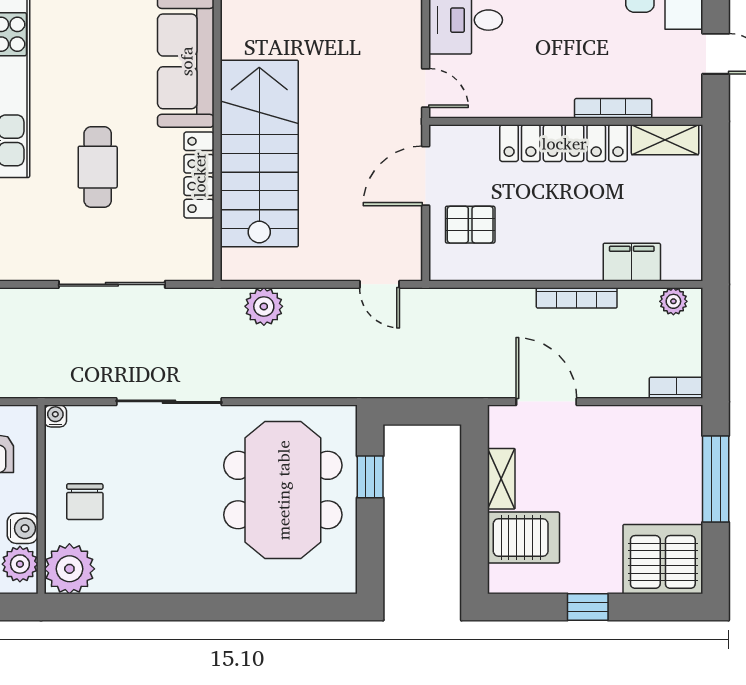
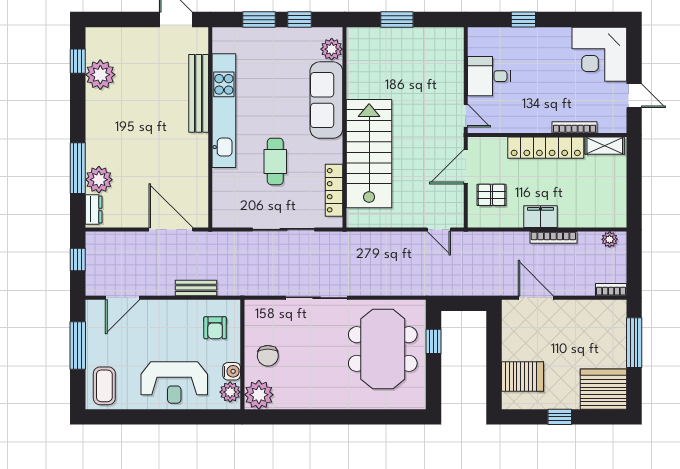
locker: (199, 175) -> (334, 190), moved
filing cabinet: (632, 262) -> (540, 217), moved
plant: (264, 306) -> (372, 242), removed
water cooler: (55, 416) -> (251, 306), removed
shelving: (501, 479) -> (510, 342), removed

